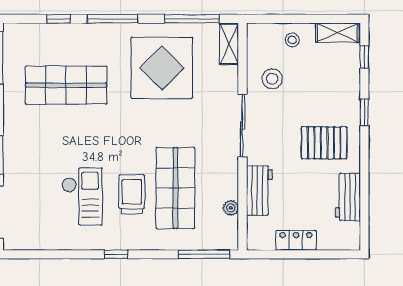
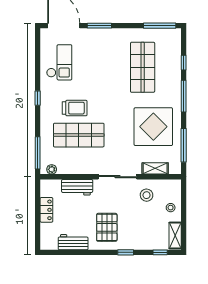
shelving: (229, 44) -> (155, 168), moved
checkout: (82, 196) -> (59, 62), moved, turned -90
plant: (231, 208) -> (52, 169), moved

